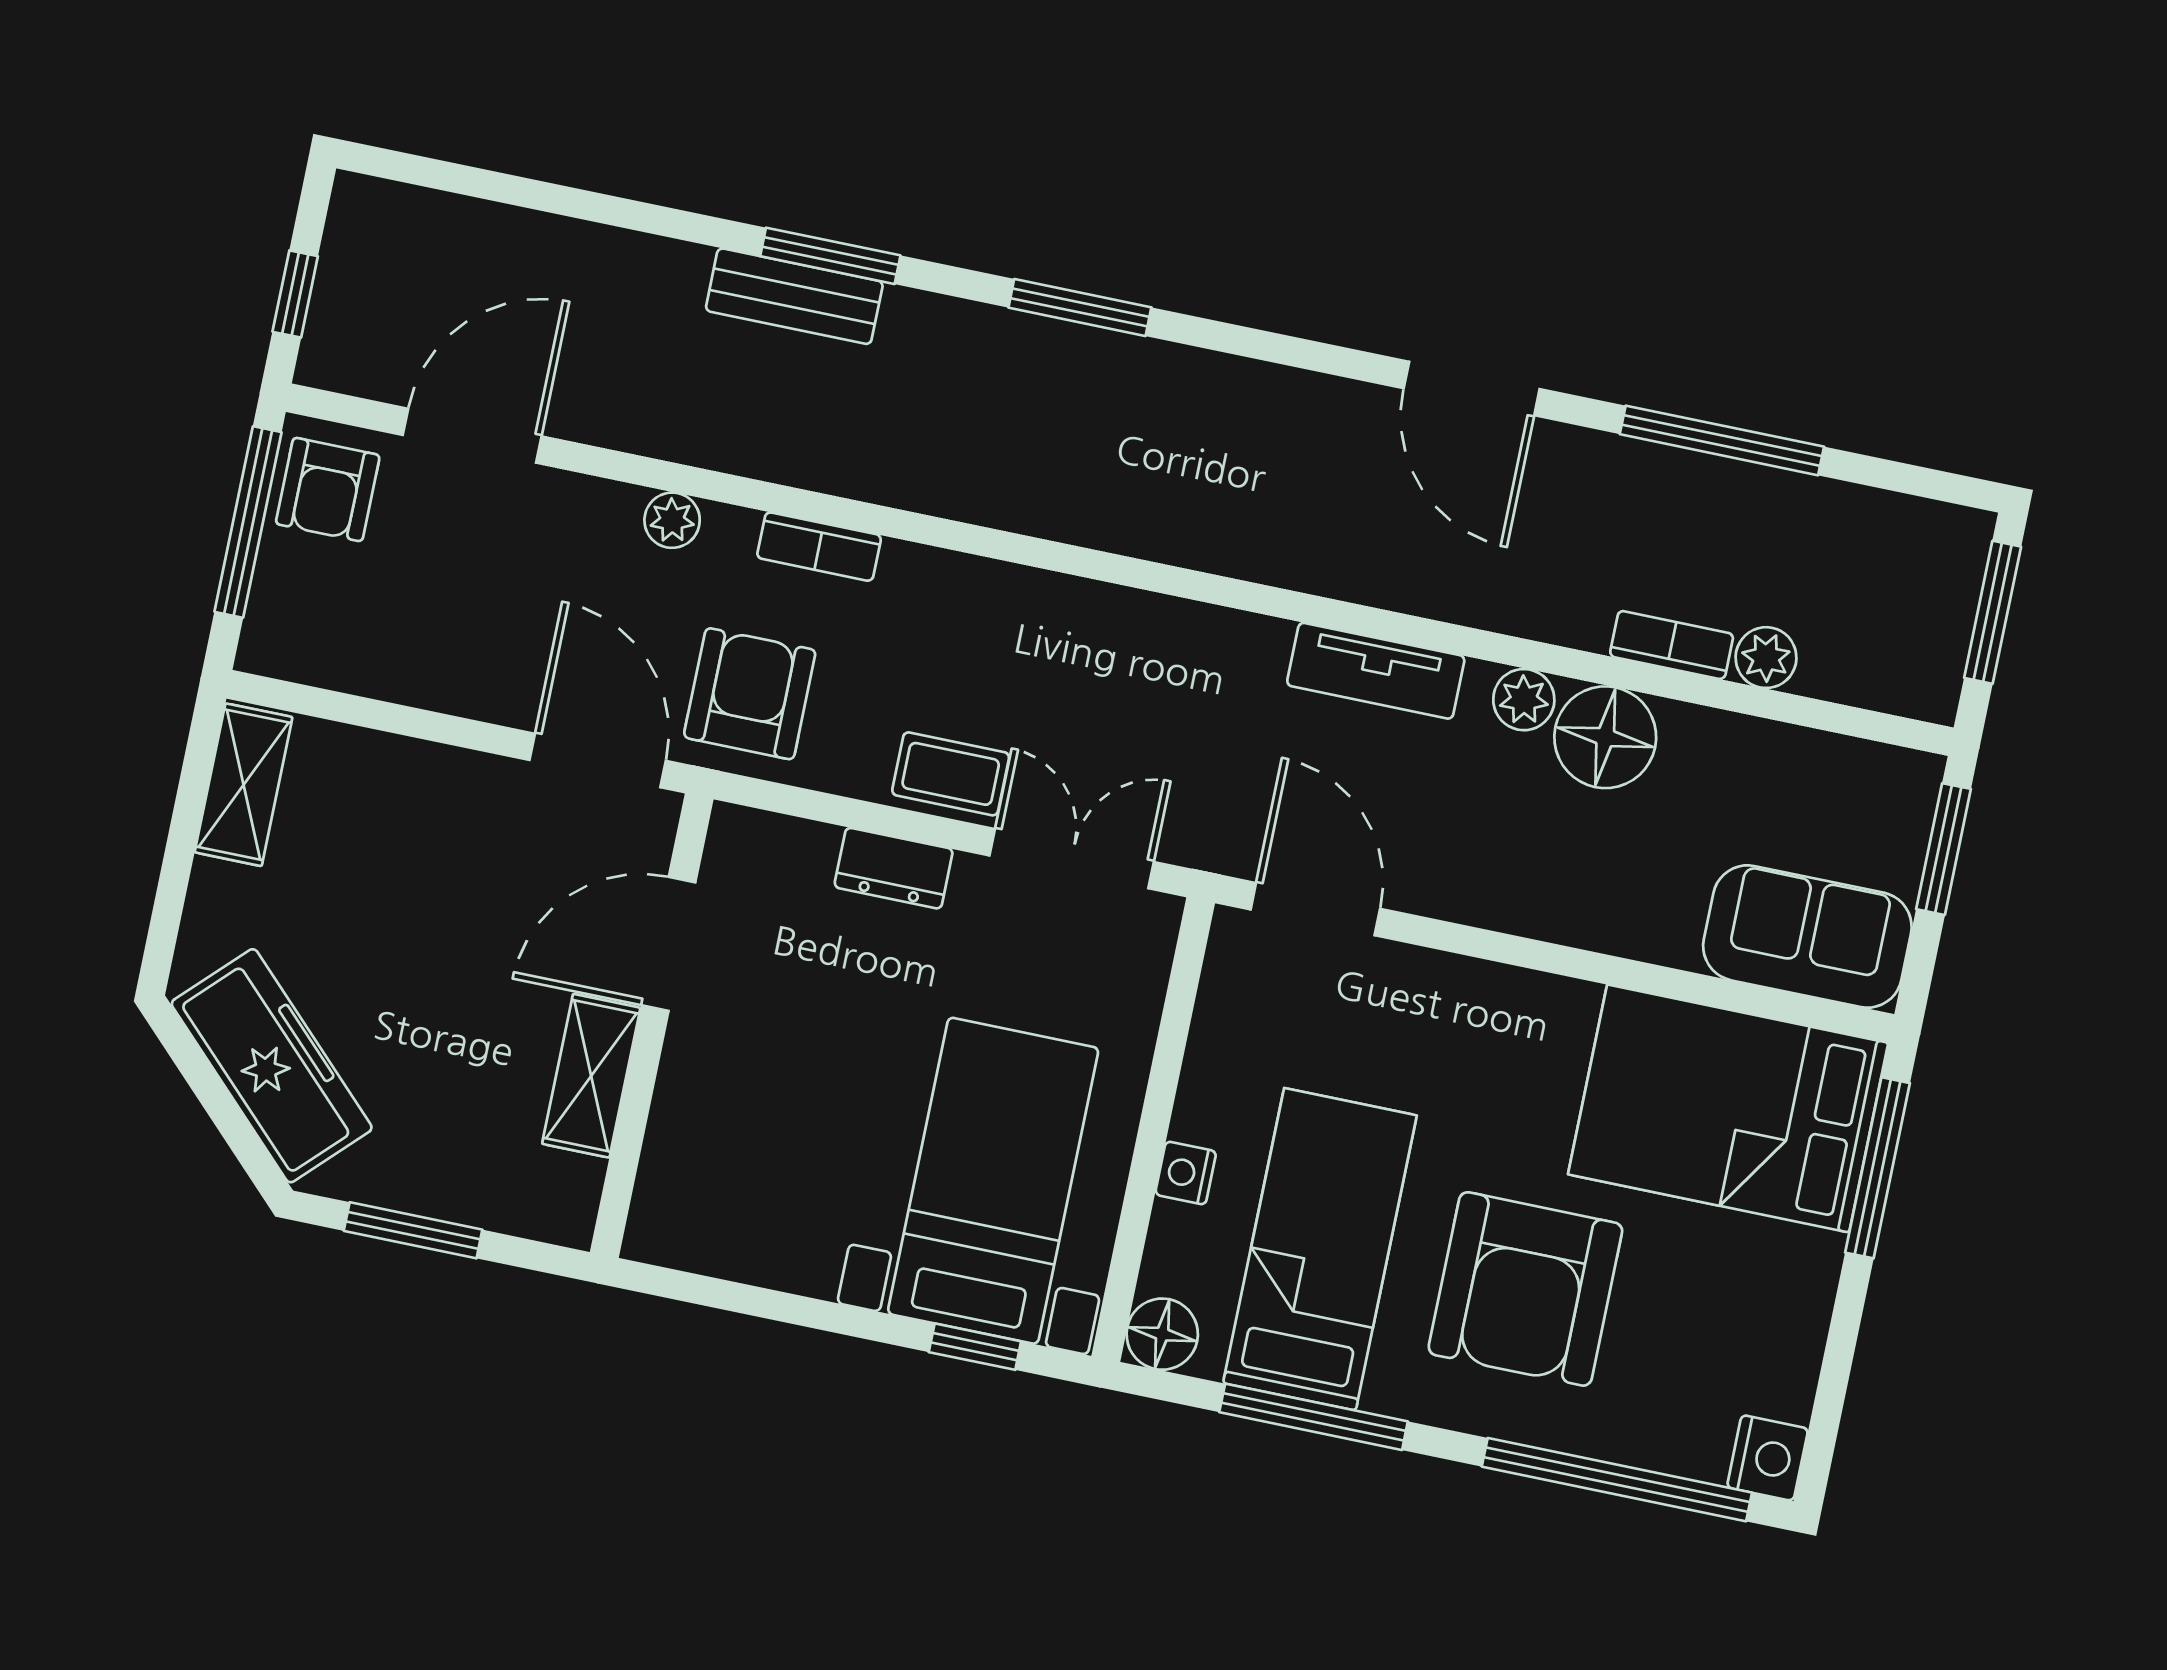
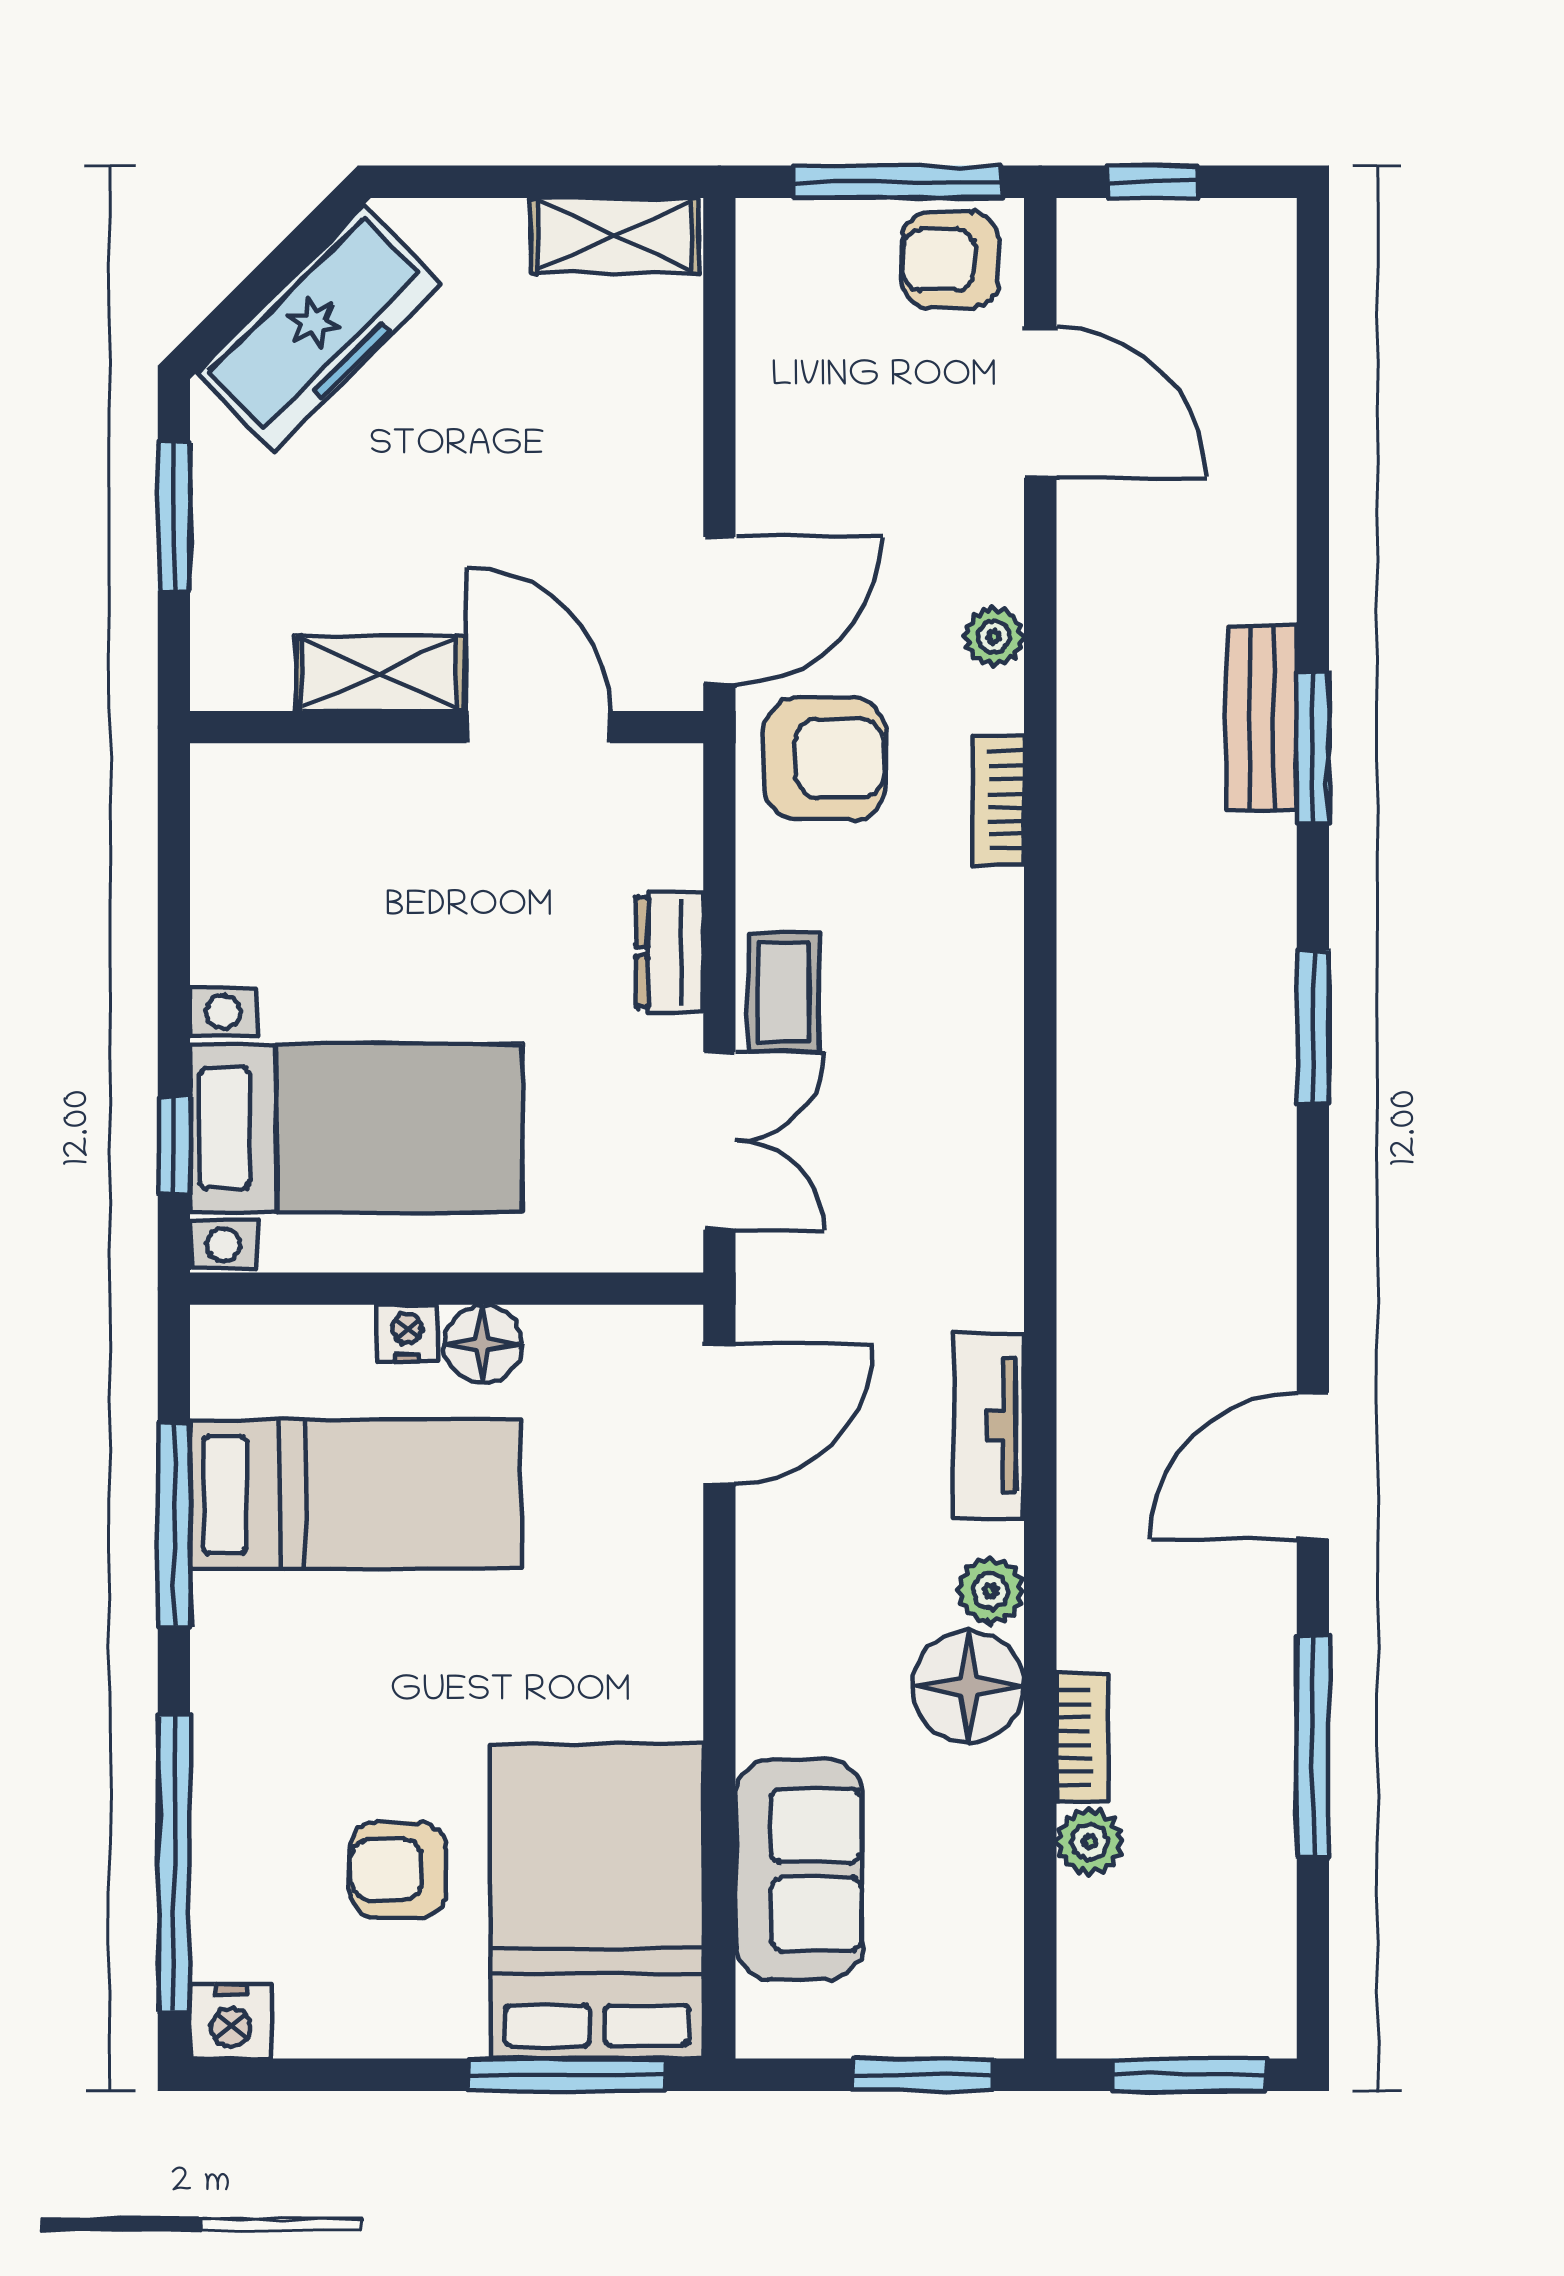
sofa: (1807, 936) -> (799, 1870), moved
armchair: (1525, 1289) -> (398, 1870), moved, width x0.53, depth x0.53
floor lamp: (1162, 1334) -> (483, 1344), moved

